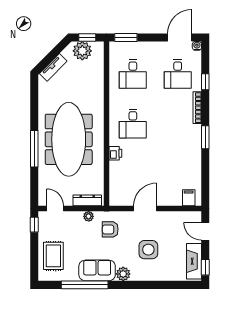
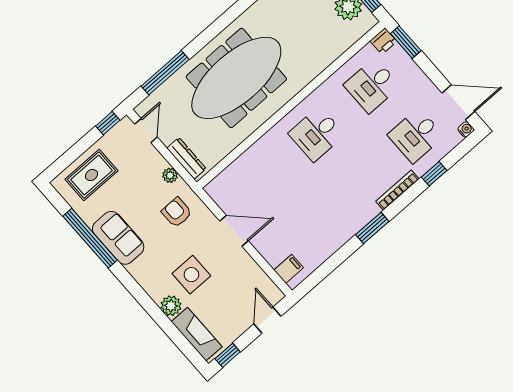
window: (34, 149) -> (165, 73), moved
printer: (115, 153) -> (383, 41), moved
fireplace: (194, 261) -> (197, 334), moved, turned 90
plant: (123, 274) -> (171, 306), moved

